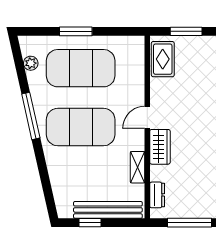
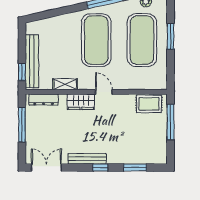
window: (186, 31) -> (171, 122), width x1.44
dresser: (157, 195) -> (44, 99), width x1.44
window: (90, 223) -> (22, 72), moved

